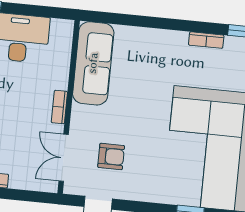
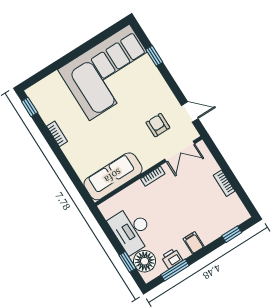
bookcase: (206, 40) -> (57, 134), moved

